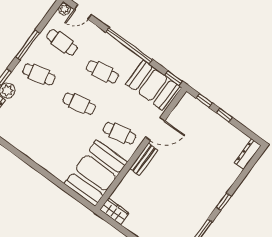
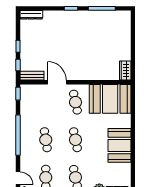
booth: (153, 85) -> (120, 145), moved
bench: (144, 159) -> (32, 76), moved

